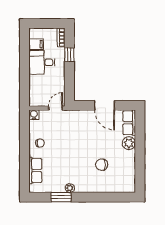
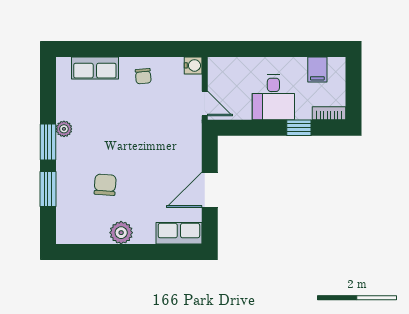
desk: (42, 62) -> (273, 97), moved, turned 180
plant: (129, 143) -> (121, 233), moved
window: (61, 197) -> (48, 142), moved
window: (104, 197) -> (48, 189), added

